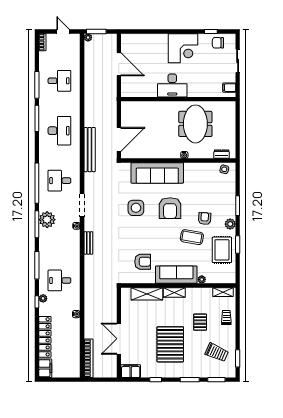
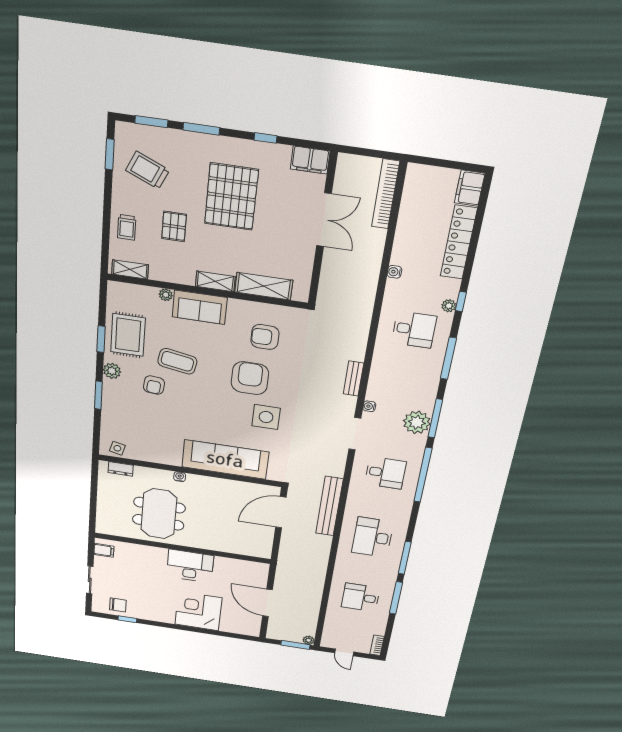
corner desk: (183, 48) -> (198, 611), moved
armchair: (170, 208) -> (250, 378), moved
sofa: (176, 275) -> (200, 307), width x0.73

